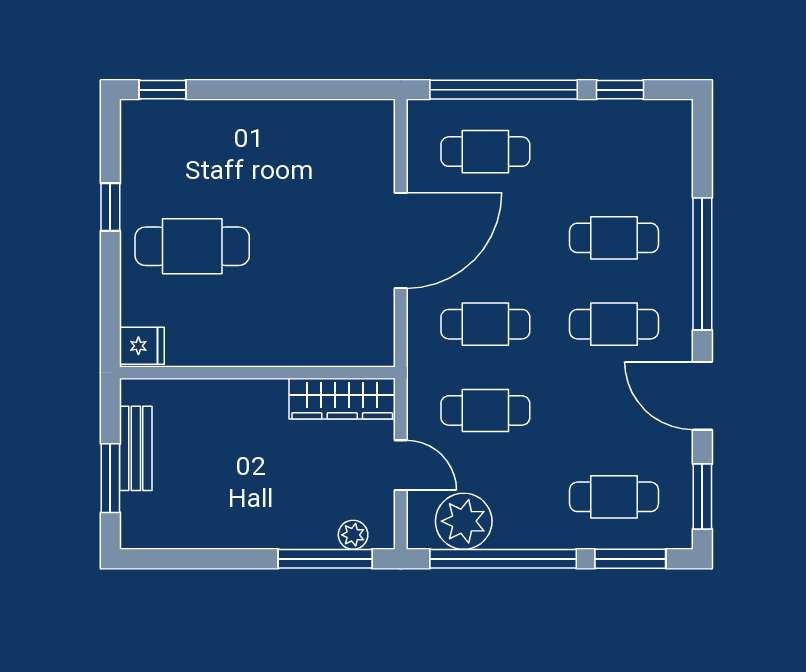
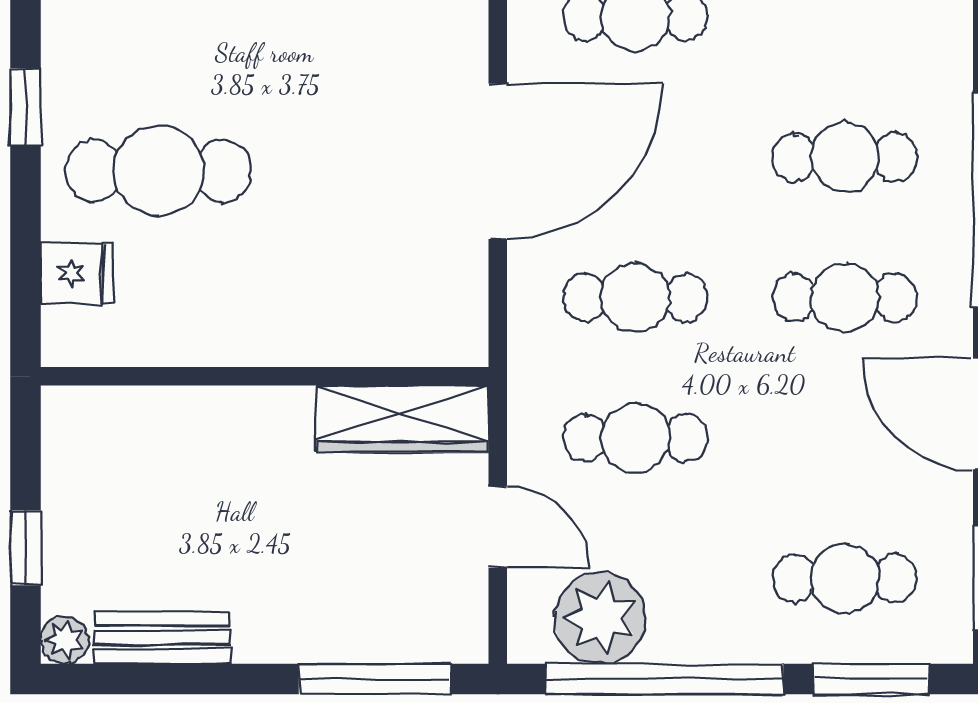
fridge: (142, 346) -> (77, 273), moved
bench: (136, 448) -> (162, 638), moved, turned 90
window: (110, 478) -> (25, 548), width x0.67
plant: (353, 535) -> (64, 640), moved

